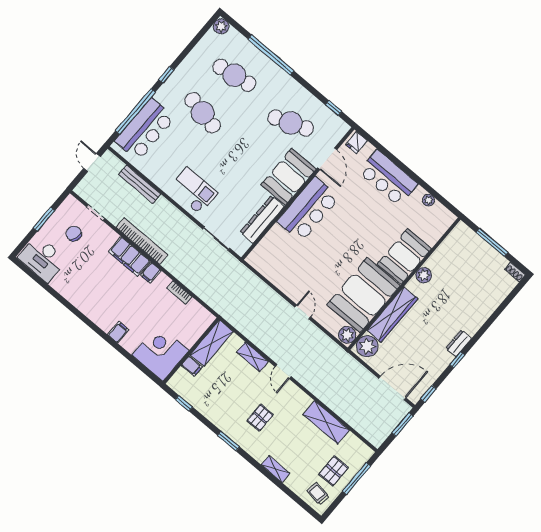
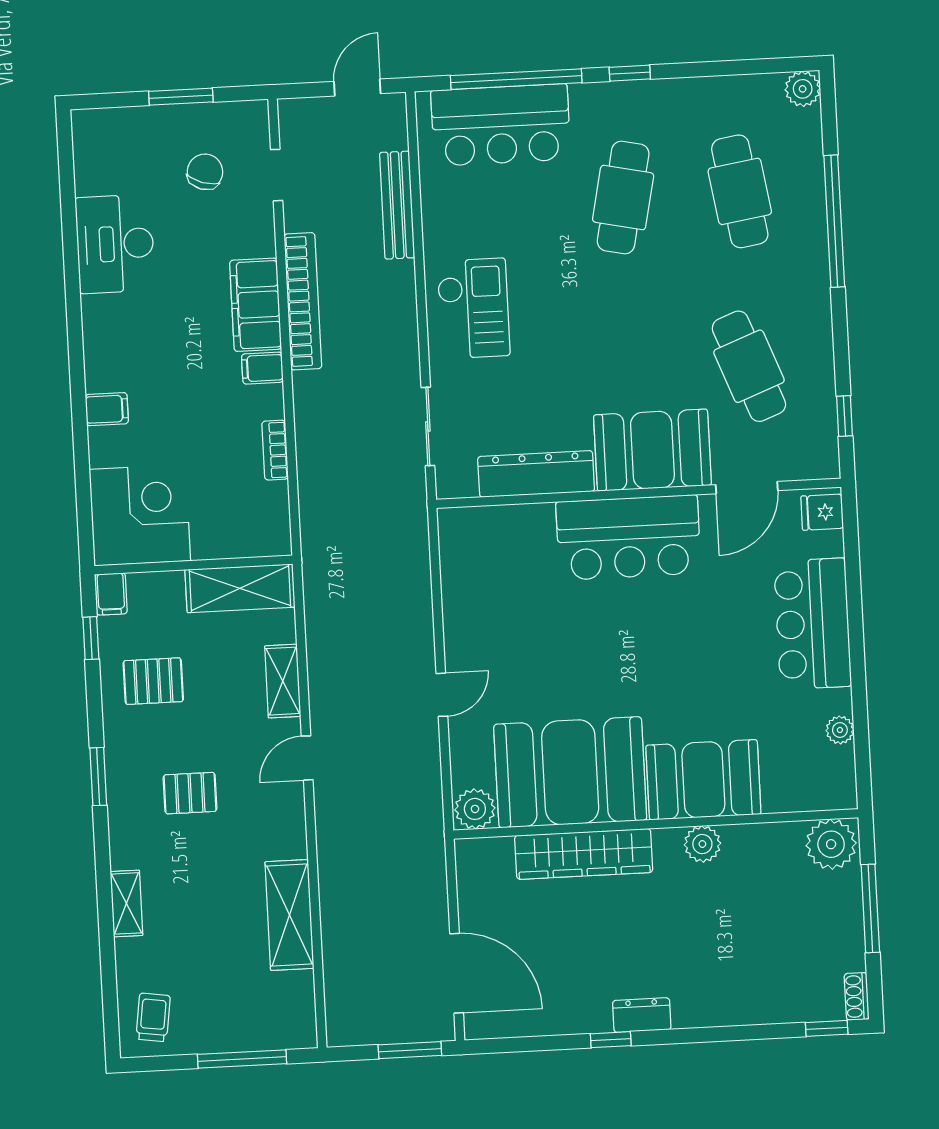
desk: (43, 259) -> (115, 244), moved
plant: (367, 346) -> (831, 844), moved
filing cabinet: (192, 366) -> (111, 594), moved
window: (428, 394) -> (827, 1028), moved
pallet: (334, 471) -> (153, 681), moved

